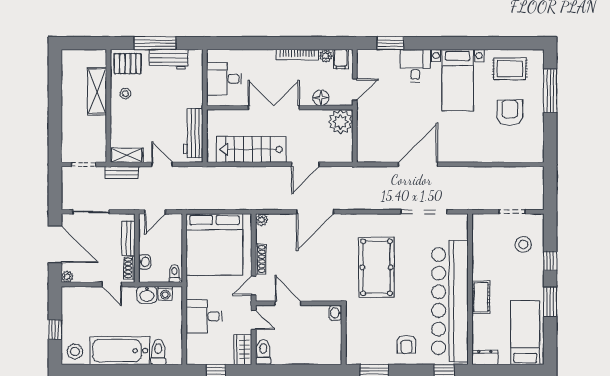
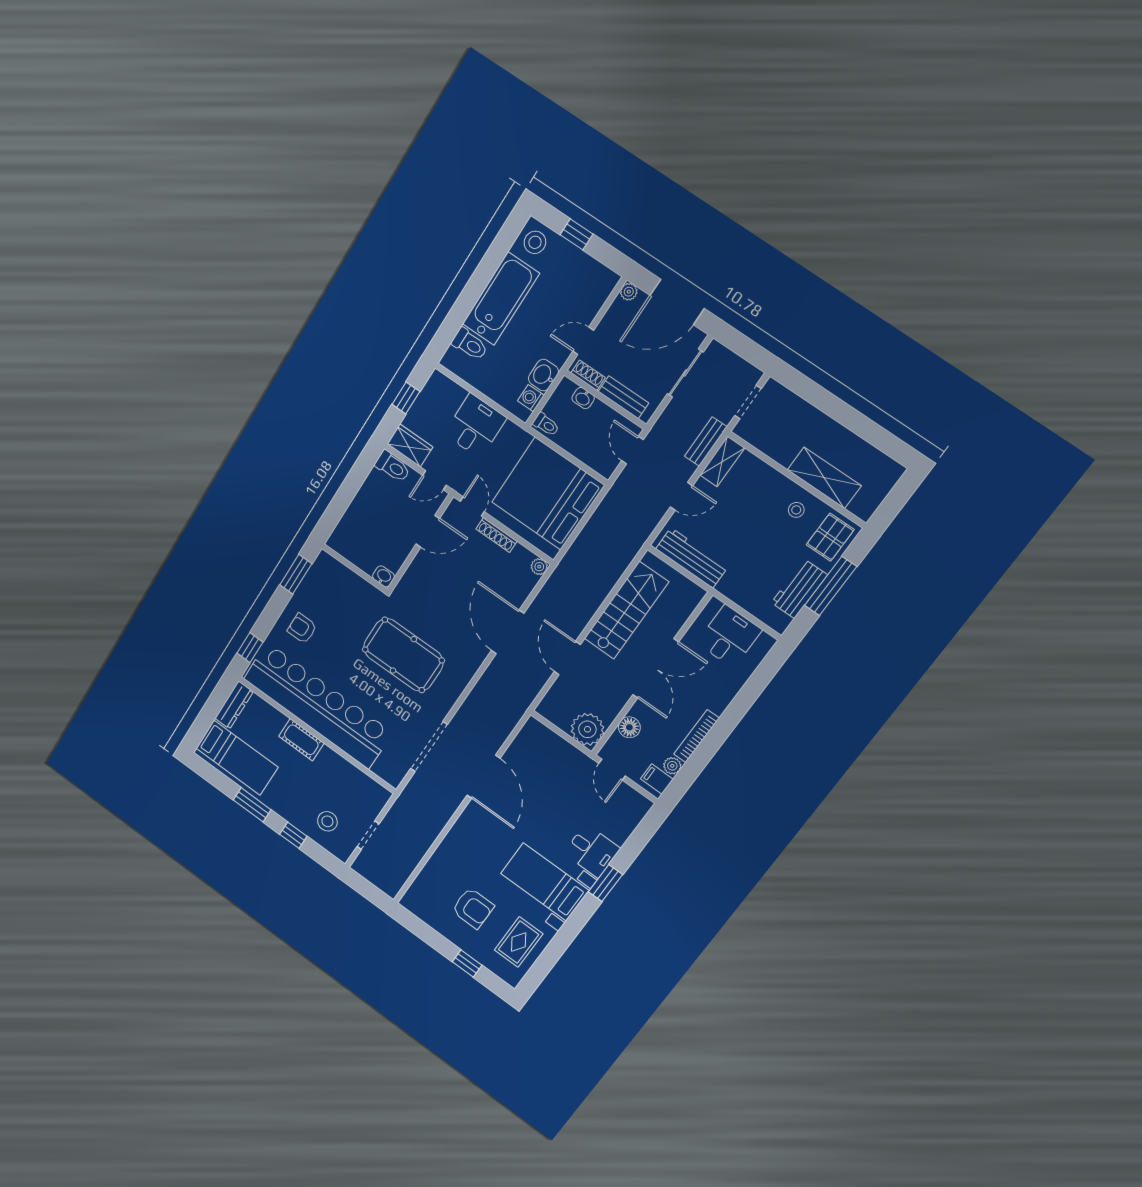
window: (390, 43) -> (605, 883), moved
window: (550, 91) -> (467, 963), width x0.46
dresser: (485, 357) -> (234, 705), width x1.44

